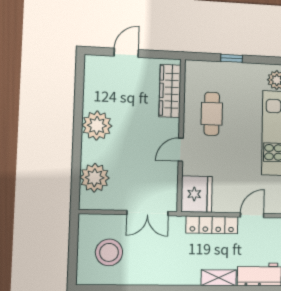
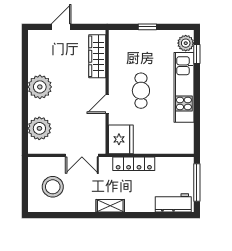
cafe table: (212, 114) -> (141, 91), moved
door: (252, 215) -> (167, 155), removed
shelving: (219, 278) -> (110, 206), moved

